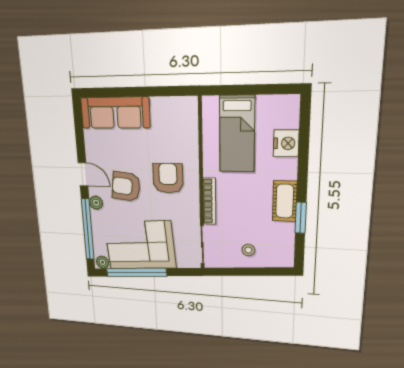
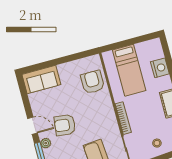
sofa: (115, 113) -> (41, 80), width x0.73
armchair: (168, 178) -> (93, 82), moved

